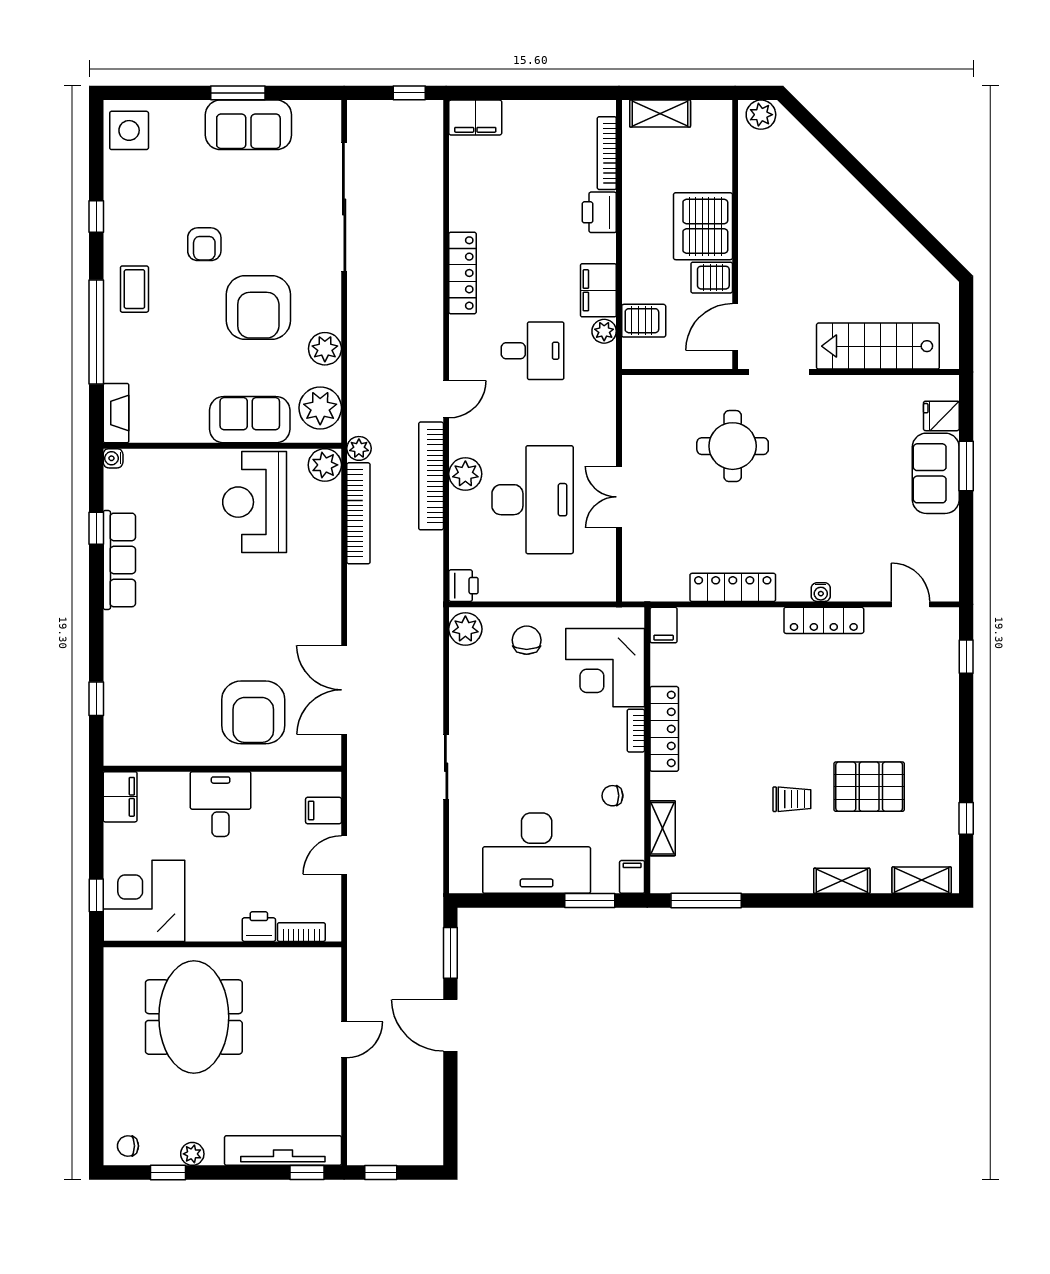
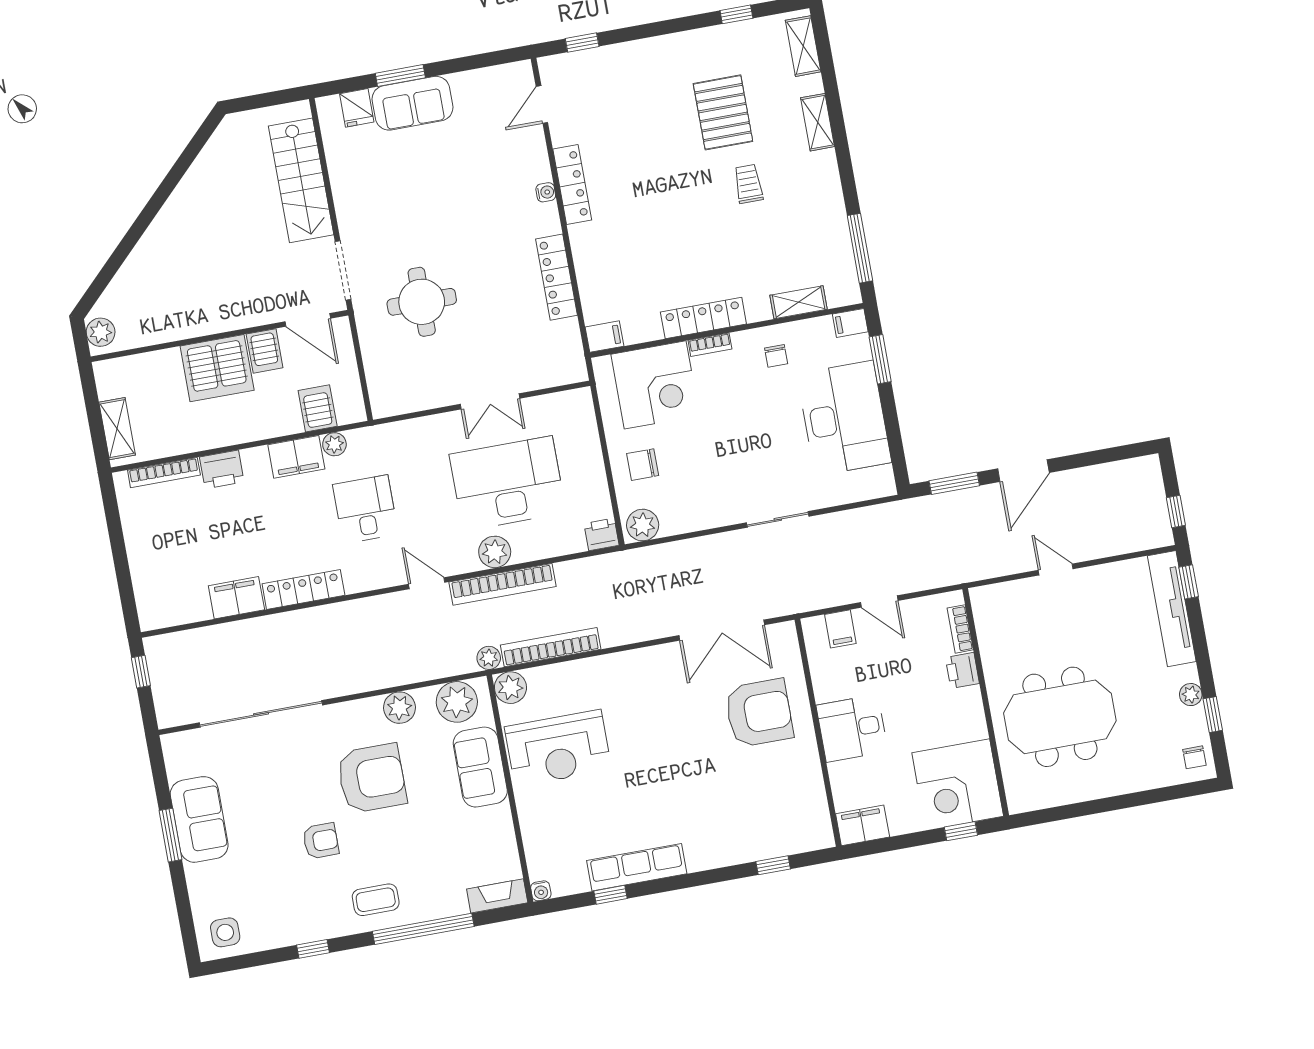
filing cabinet: (475, 118) -> (236, 598), moved, turned -90
side table: (129, 130) -> (225, 932), width x0.73, depth x0.73

